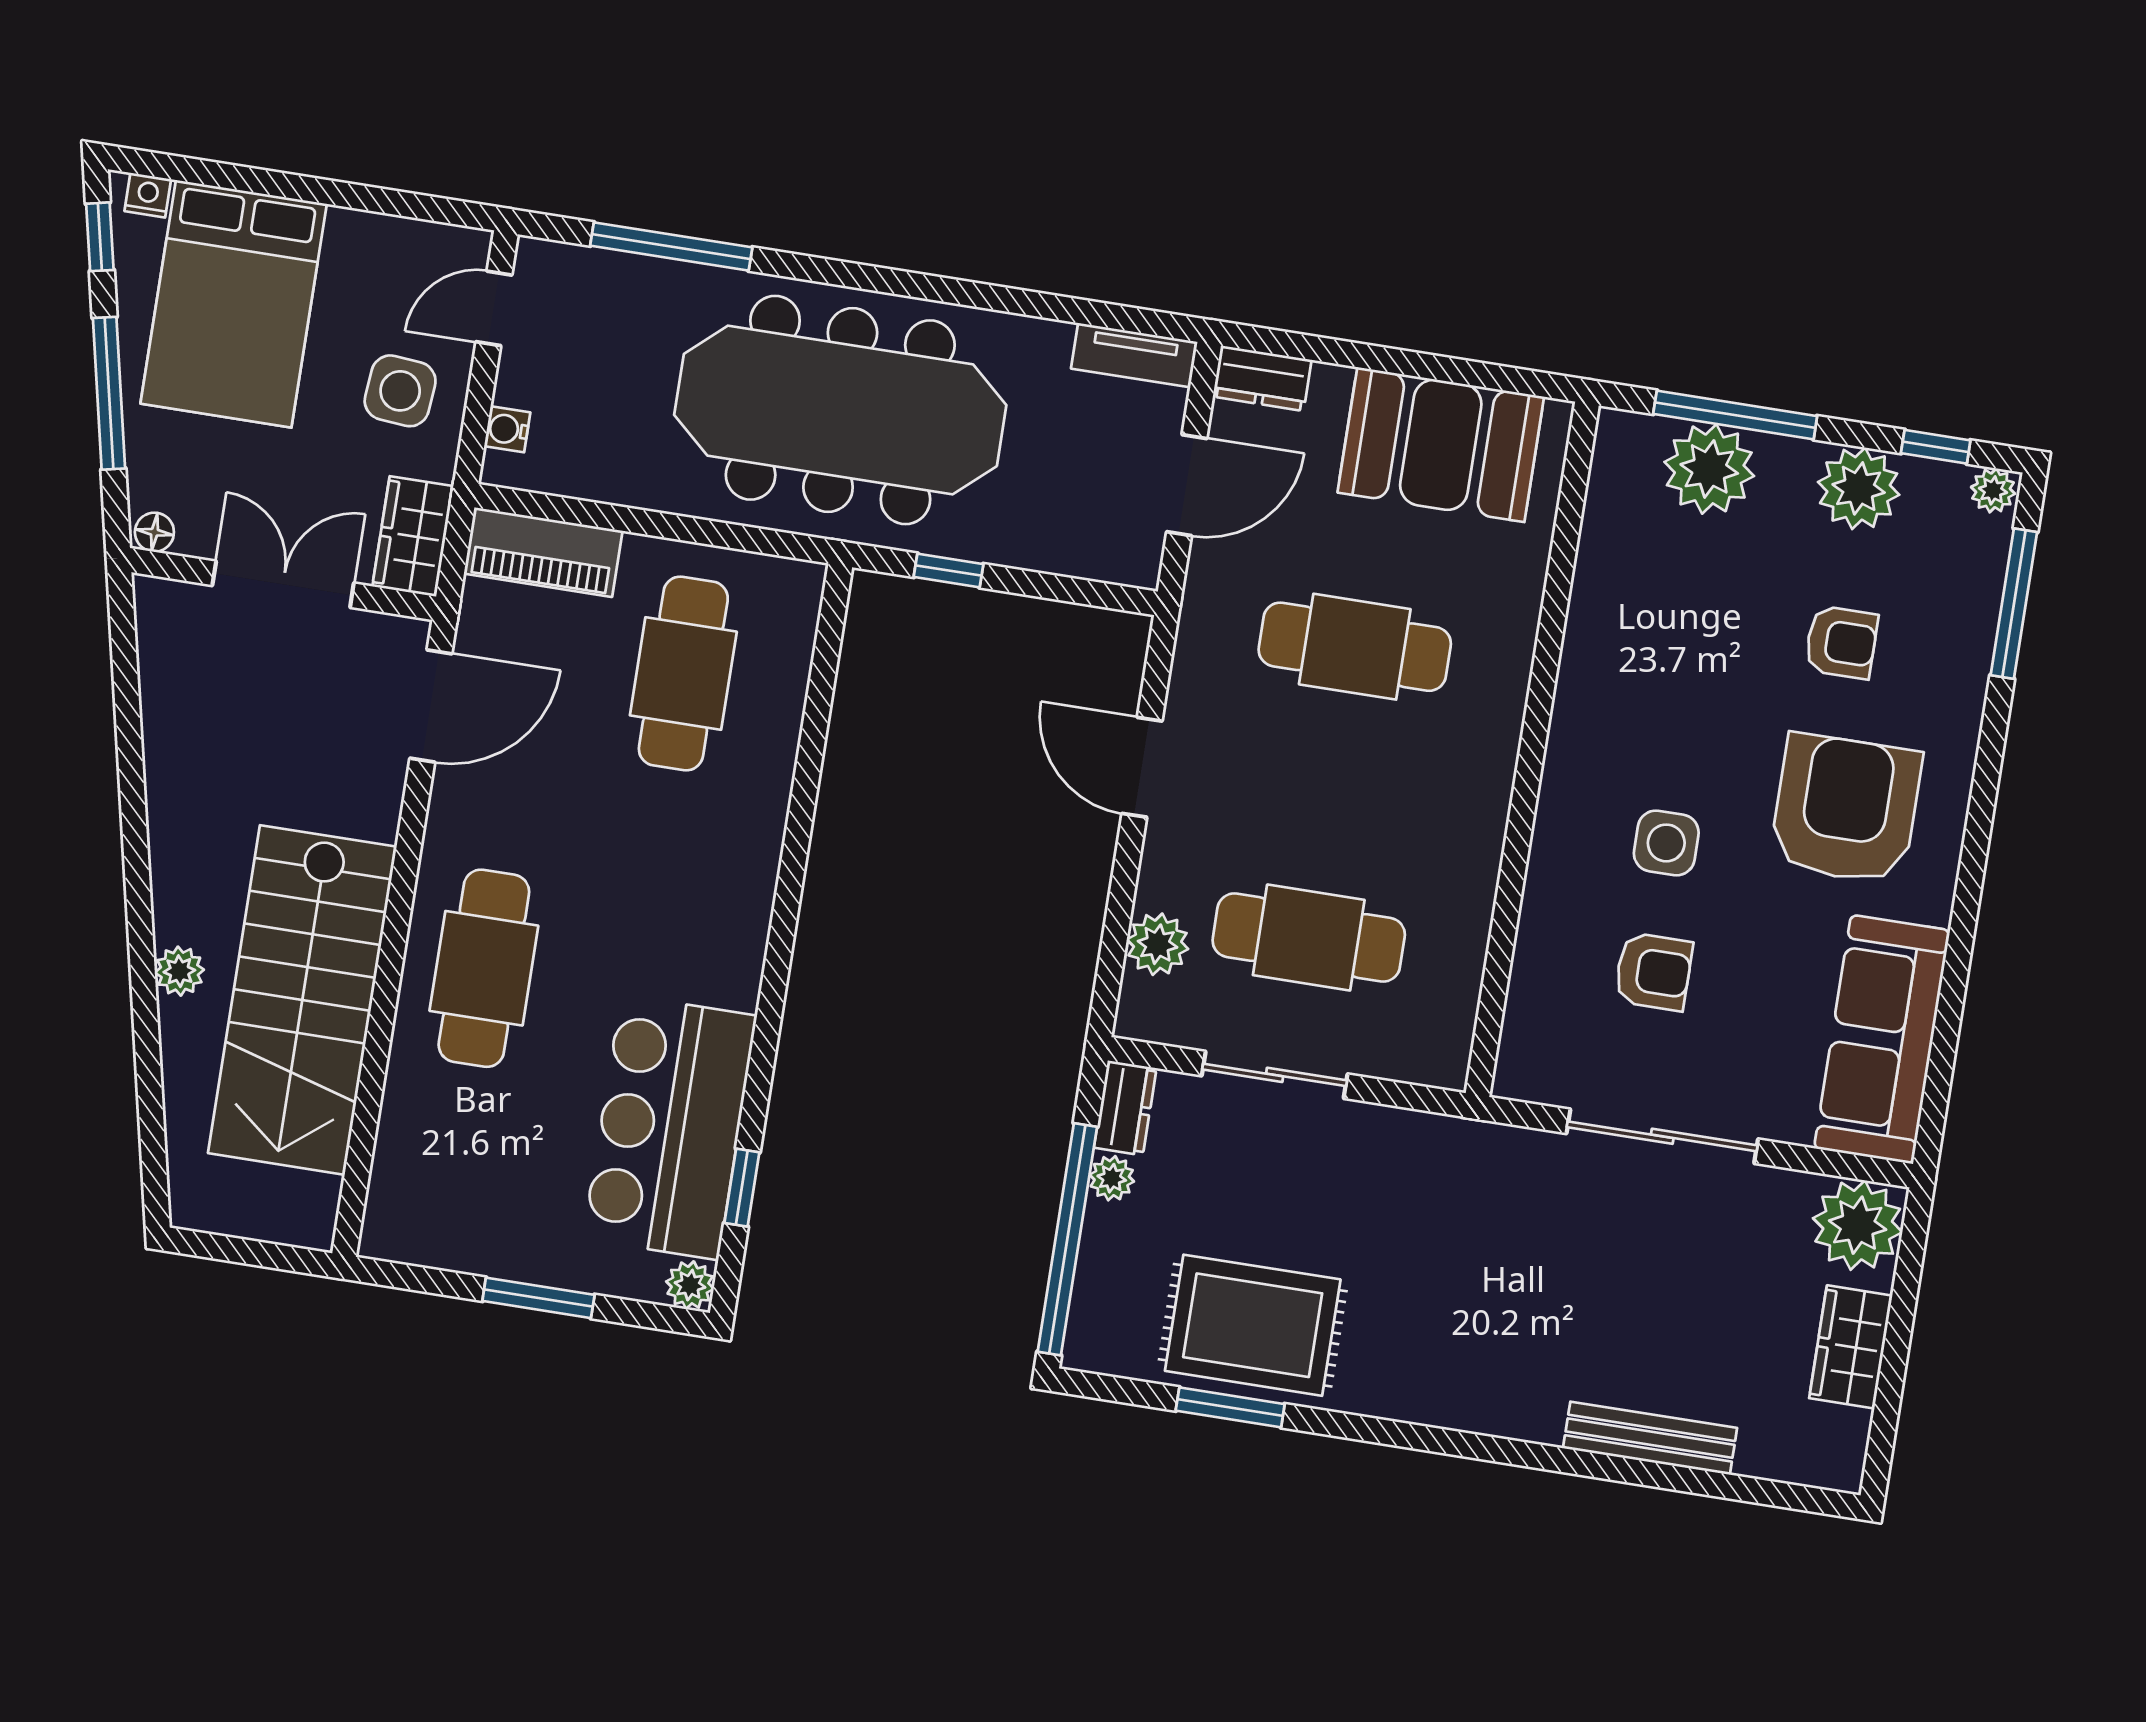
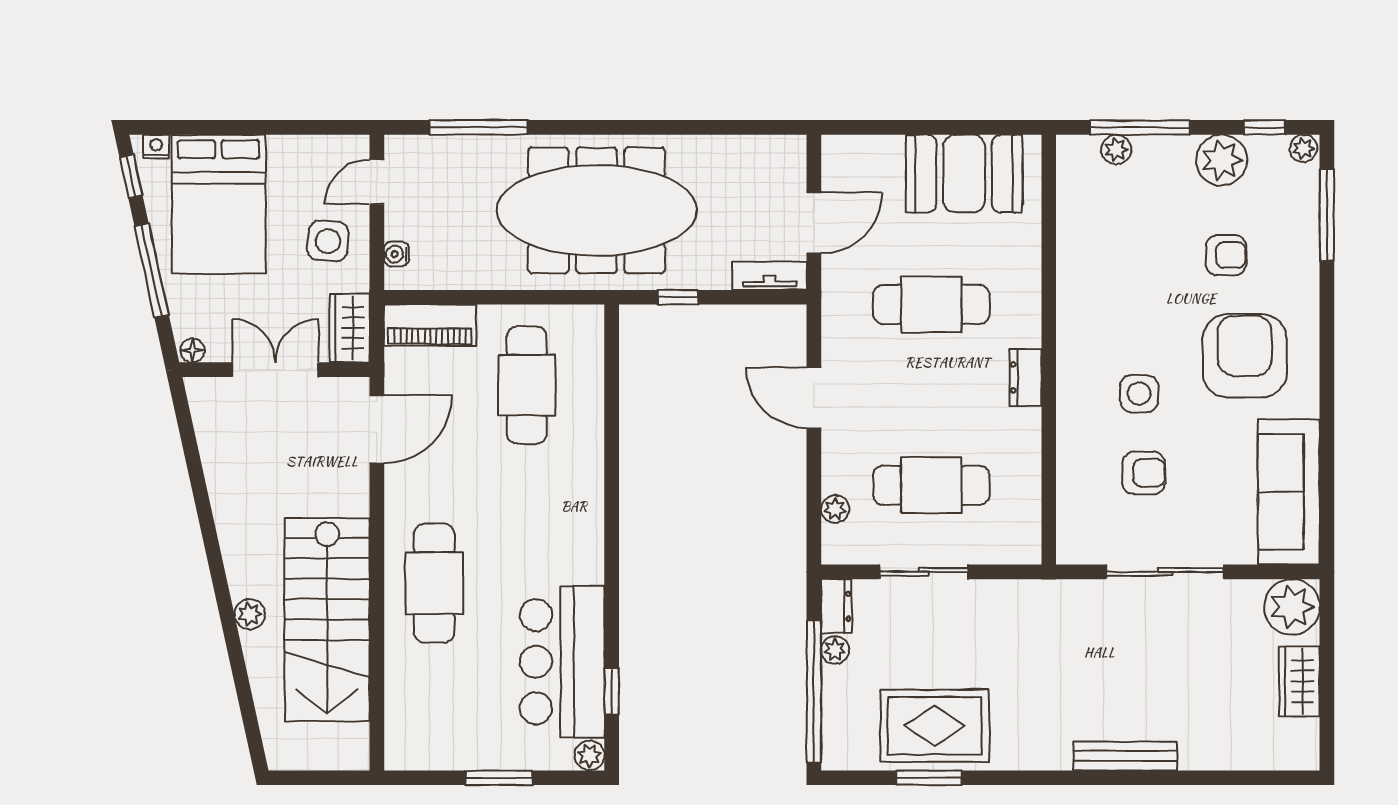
tv unit: (1134, 355) -> (770, 276), moved, turned 180
dresser: (1262, 378) -> (1026, 377), moved, turned 90
plant: (1709, 469) -> (1116, 150), width x0.53, depth x0.53
plant: (1158, 944) -> (835, 509), width x0.73, depth x0.73
bench: (1650, 1438) -> (1125, 756), moved

